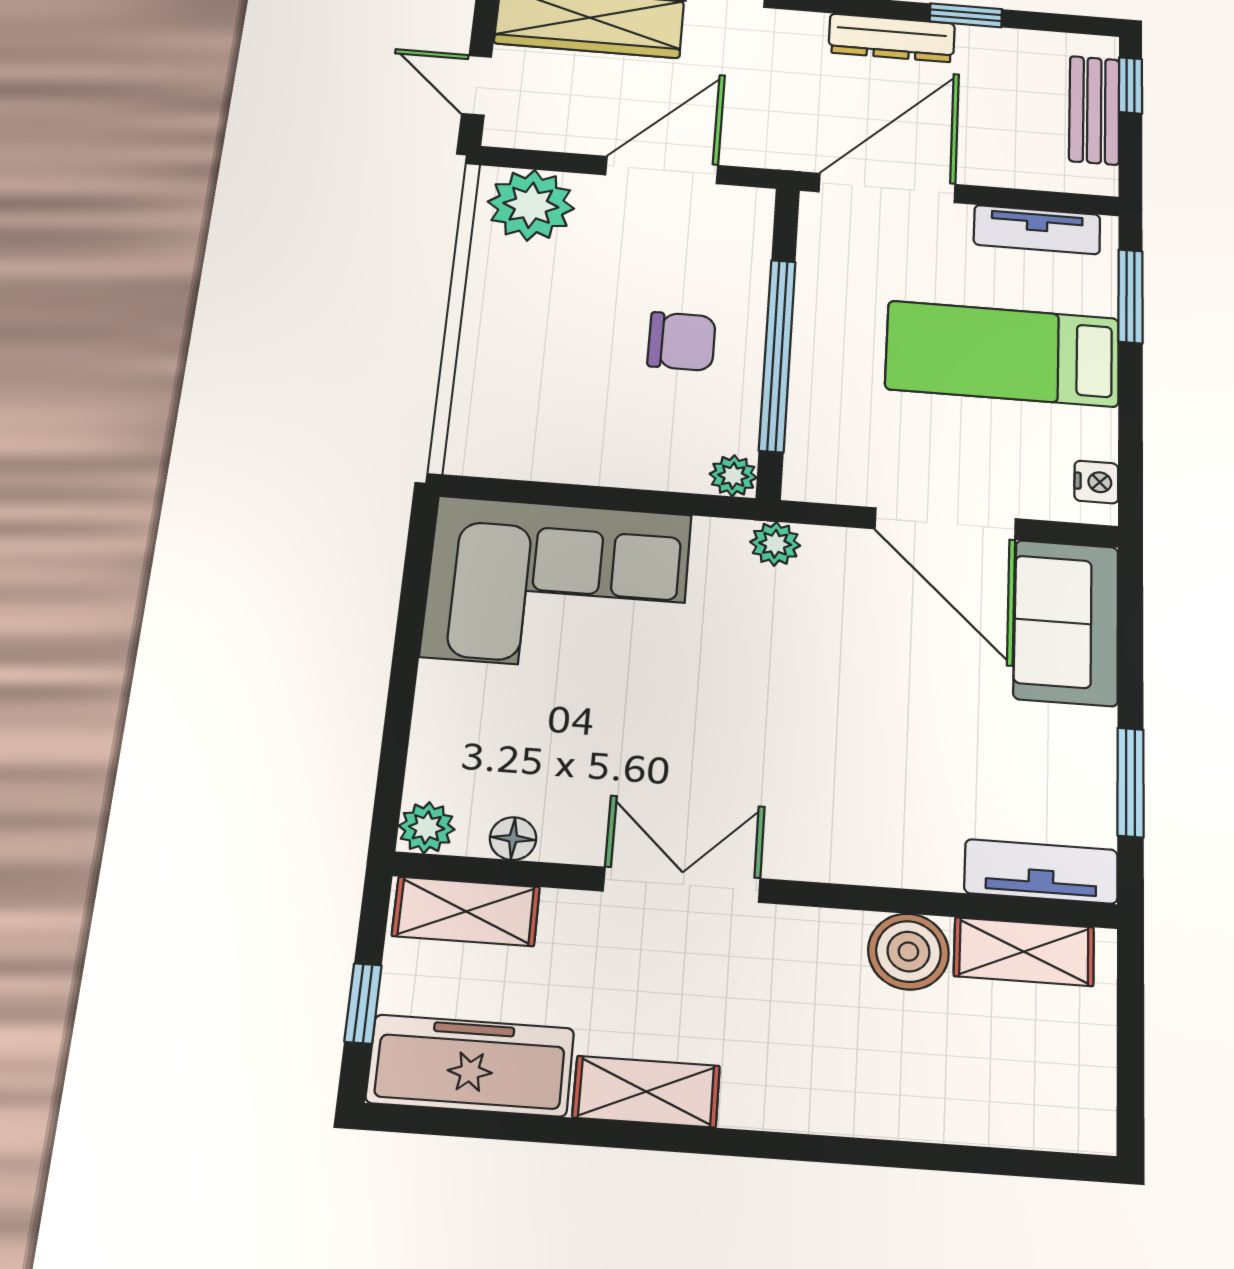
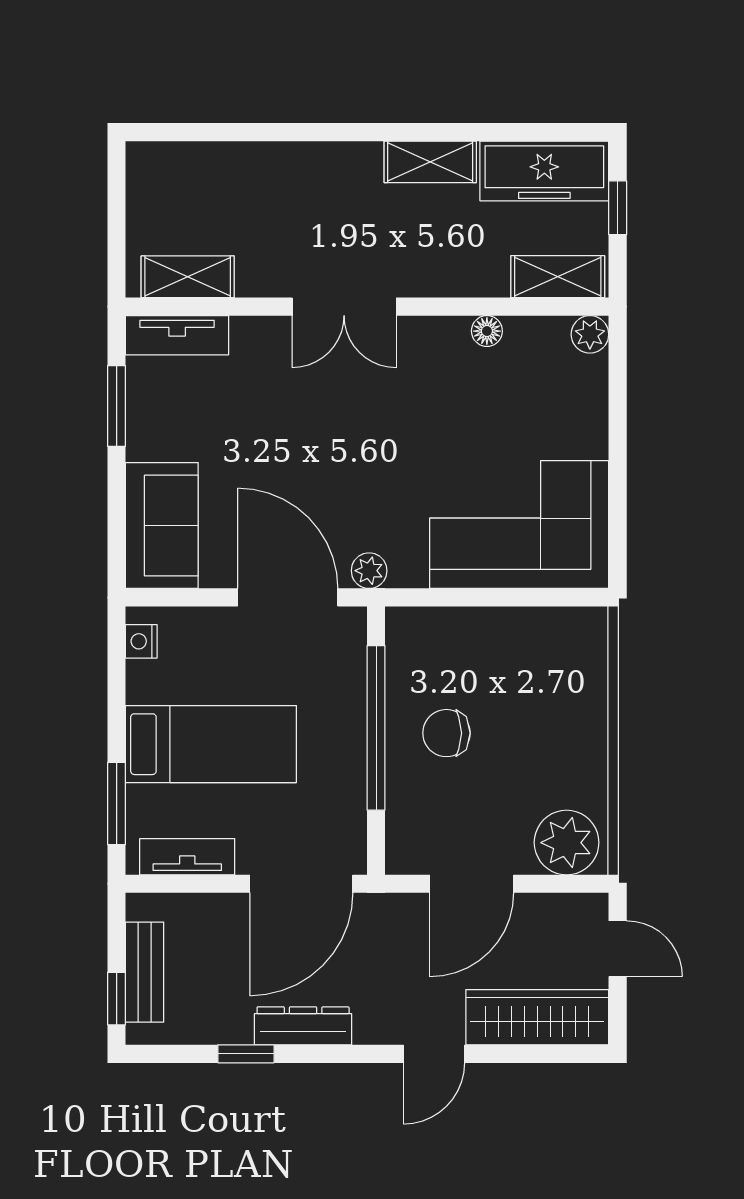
plant: (733, 476) -> (402, 623), removed
door: (945, 524) -> (288, 597), moved
floor lamp: (513, 839) -> (487, 331), moved
double door: (682, 885) -> (344, 307), moved
boiler: (908, 952) -> (264, 271), removed

